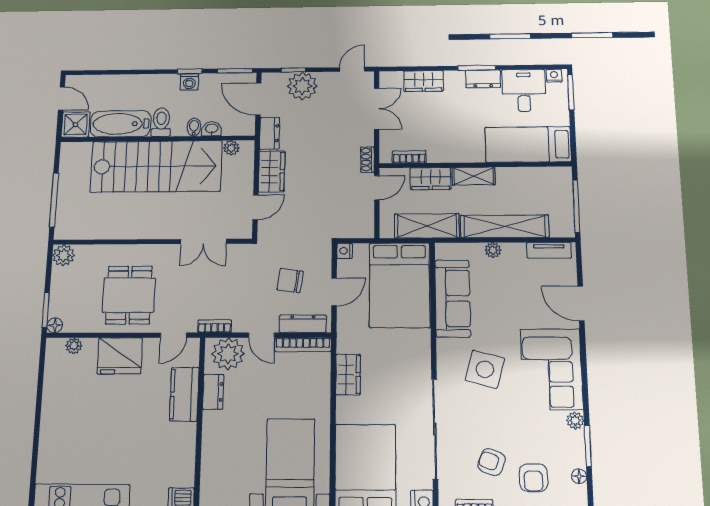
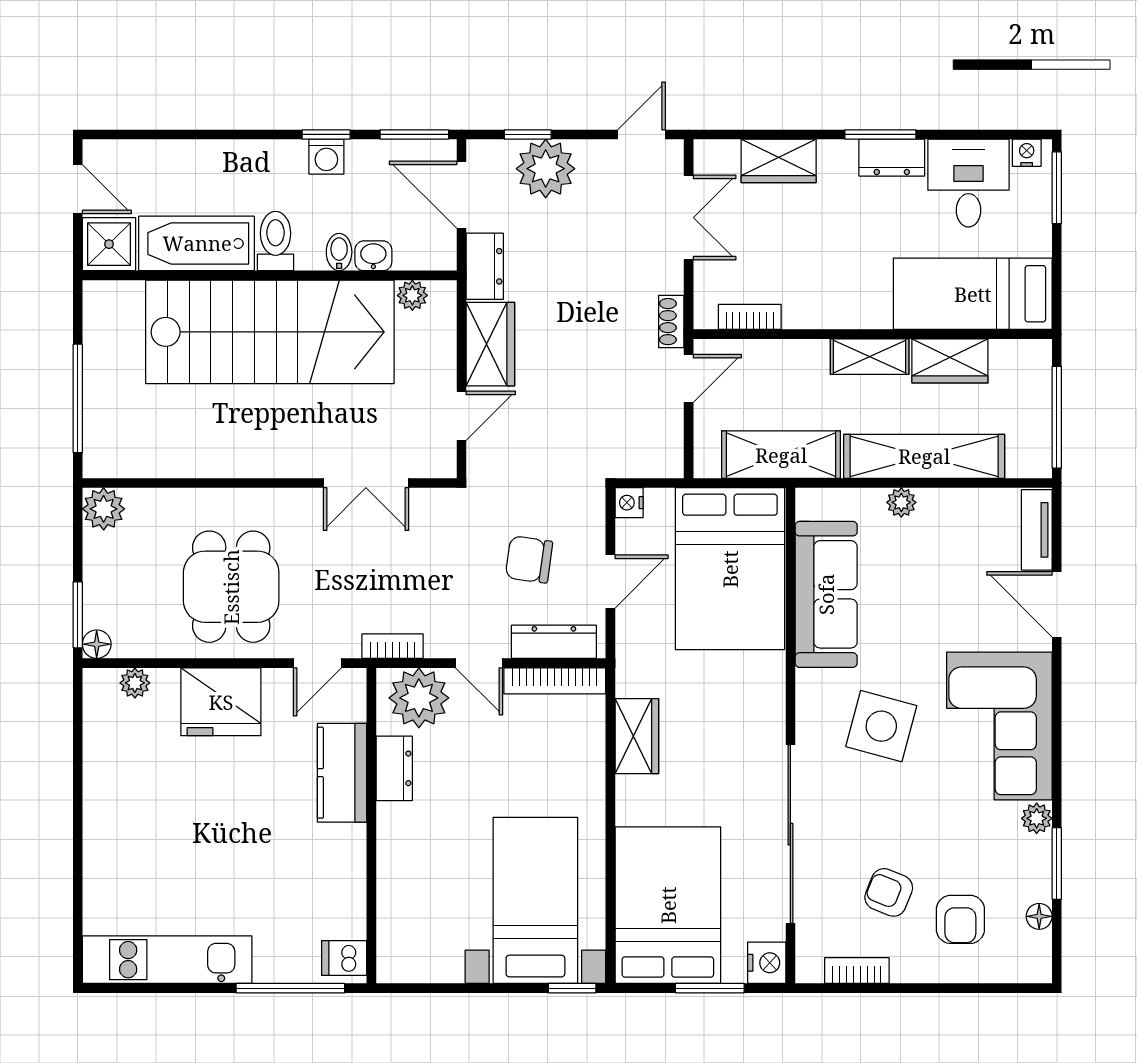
wardrobe: (431, 179) -> (950, 361), moved
tv unit: (549, 250) -> (1037, 530), moved, turned 90

